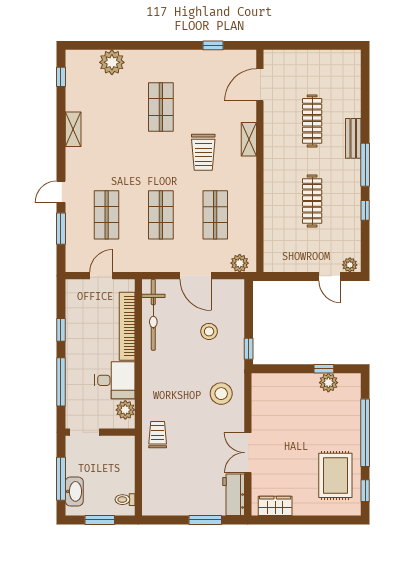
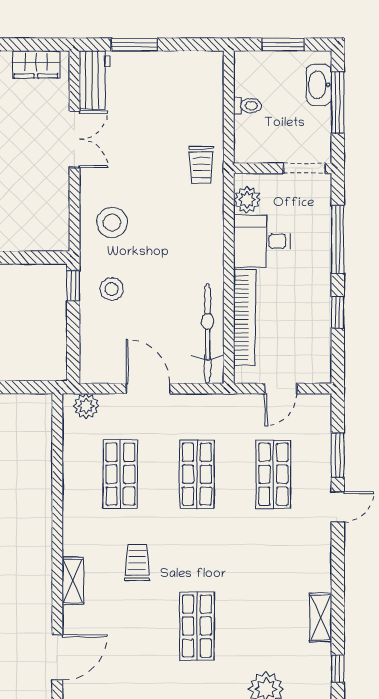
shelving: (73, 129) -> (321, 617), moved
trolley: (203, 152) -> (137, 563), width x0.73, depth x0.72
stool: (209, 331) -> (112, 289), moved
toilet: (125, 500) -> (247, 106), moved

